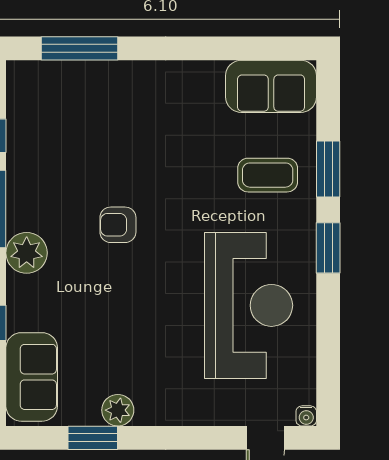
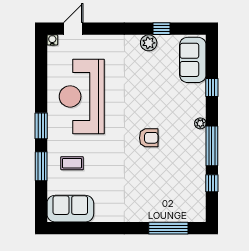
coffee table: (268, 175) -> (72, 163), width x0.73, depth x0.77
plant: (27, 253) -> (200, 123), width x0.53, depth x0.53
window: (93, 438) -> (162, 29), width x0.67

